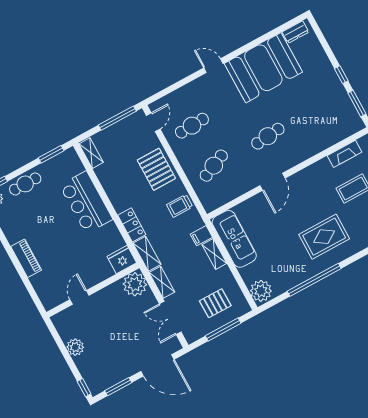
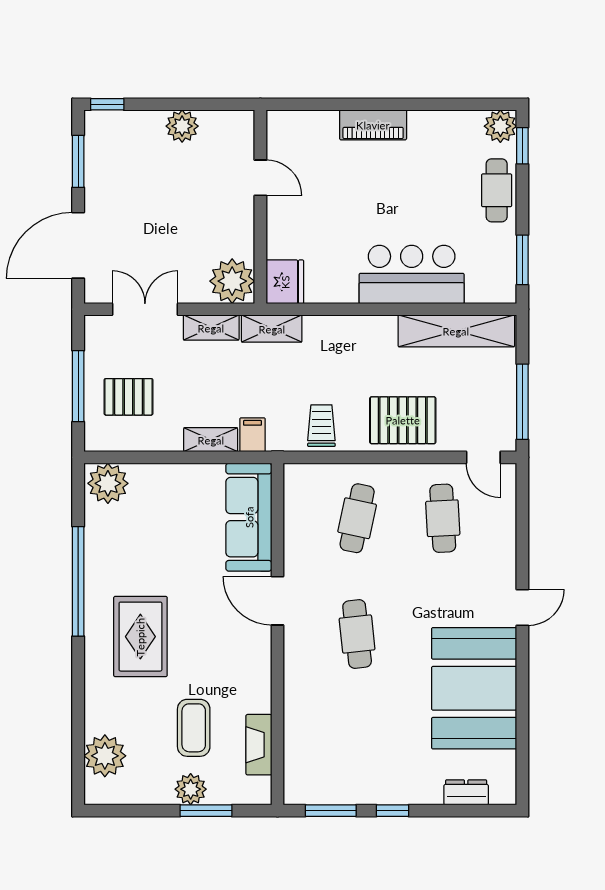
dresser: (295, 32) -> (466, 792), moved, turned 90
shelving: (91, 153) -> (456, 331), width x2.20, depth x1.33
cafe table: (214, 166) -> (357, 518), turned 36
locker: (132, 225) -> (333, 330), removed
sofa: (234, 239) -> (249, 517), moved, turned 90
pallet: (215, 303) -> (129, 397), turned 90

